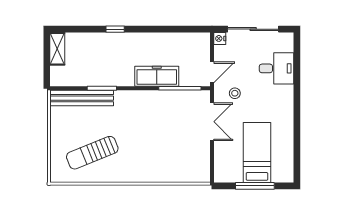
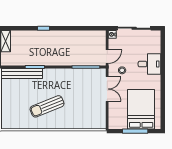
desk: (277, 68) -> (149, 64), moved
freezer: (157, 76) -> (71, 59), removed
sun lounger: (92, 153) -> (47, 106), moved
bed: (257, 153) -> (141, 109), width x1.50

